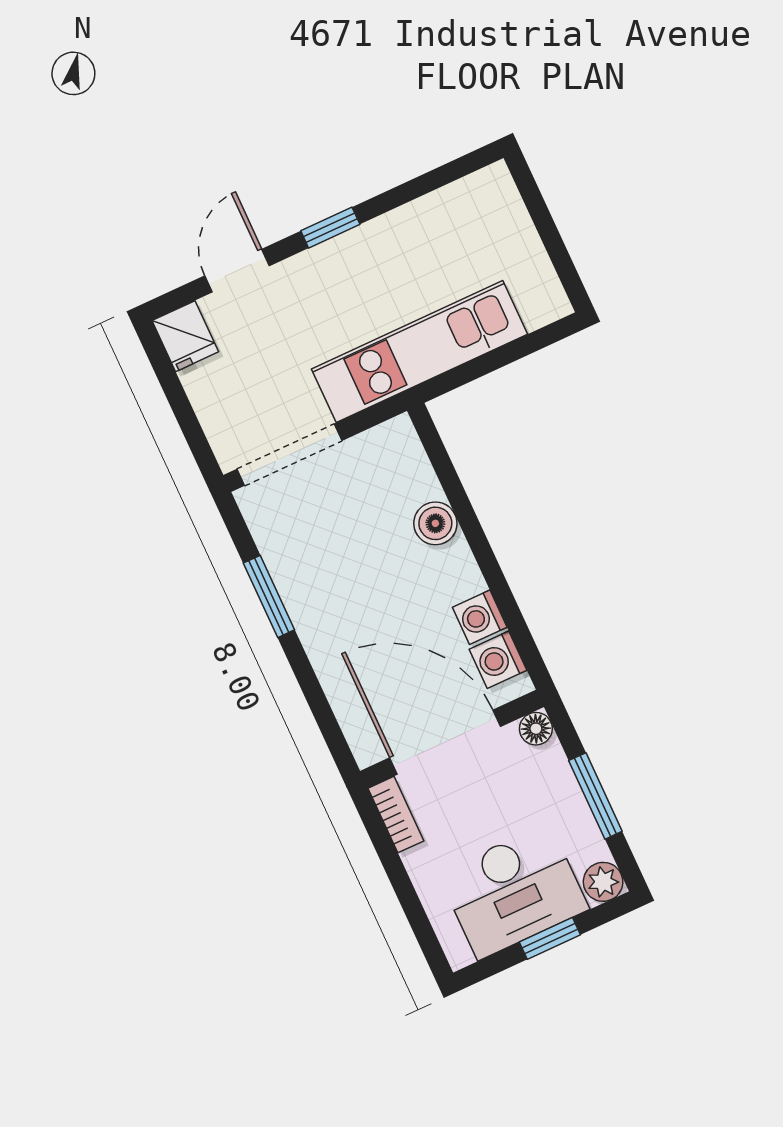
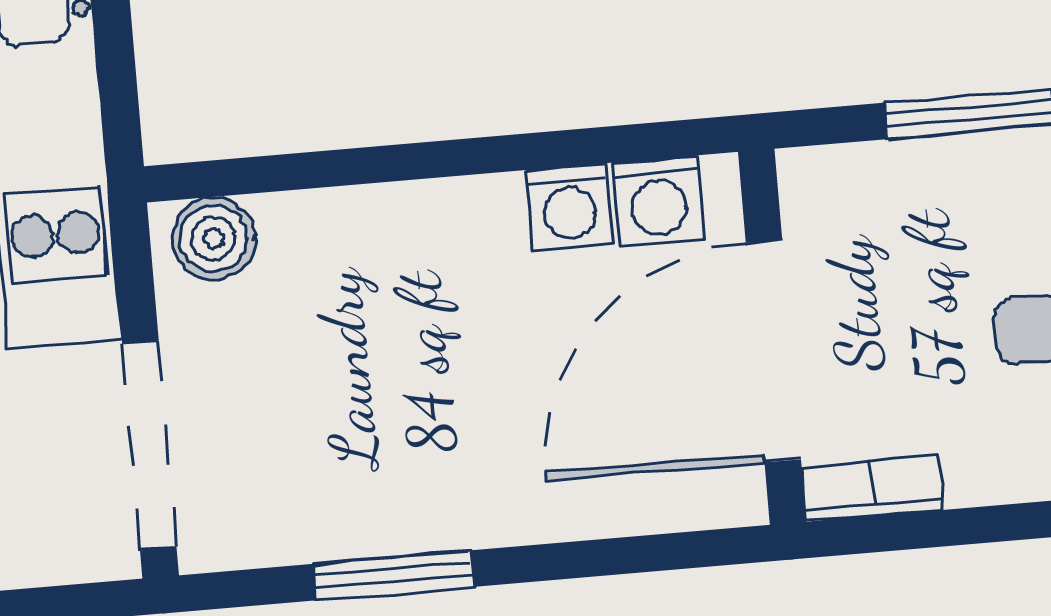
boiler: (435, 523) -> (214, 239), moved
floor lamp: (536, 729) -> (809, 178), removed

